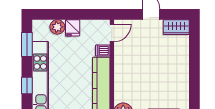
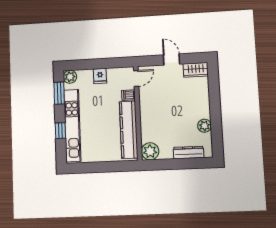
plant: (57, 27) -> (70, 77), moved
plant: (182, 88) -> (204, 126), added

